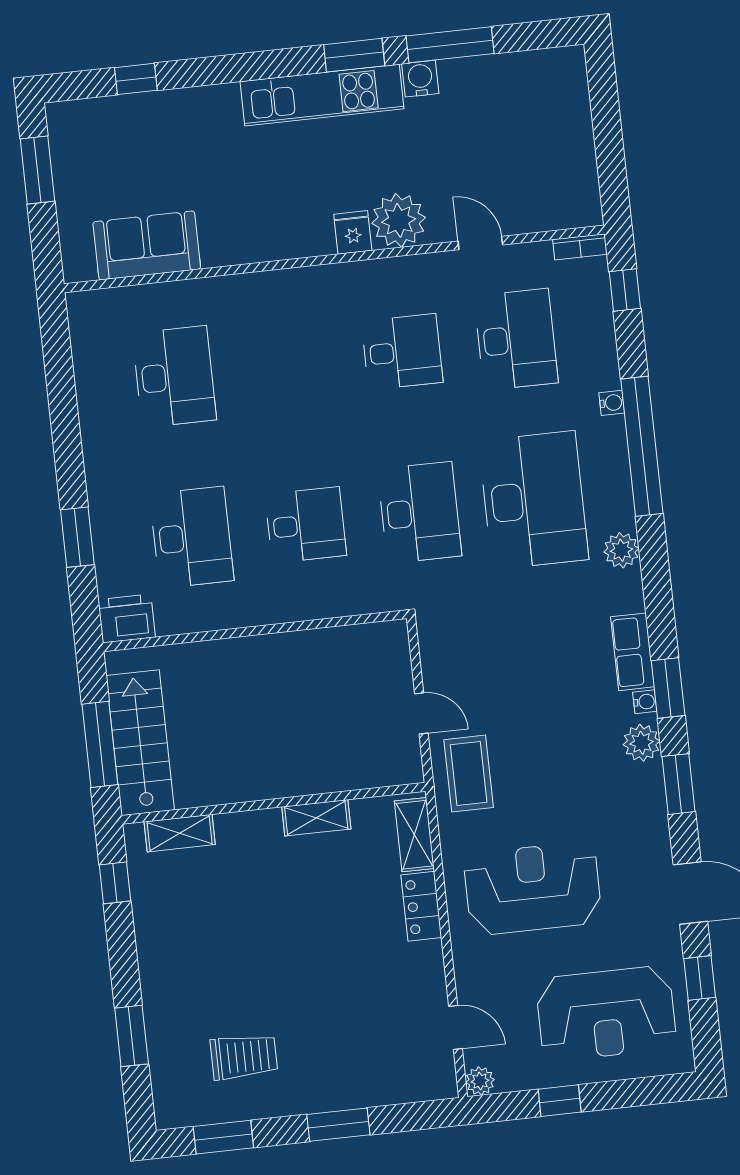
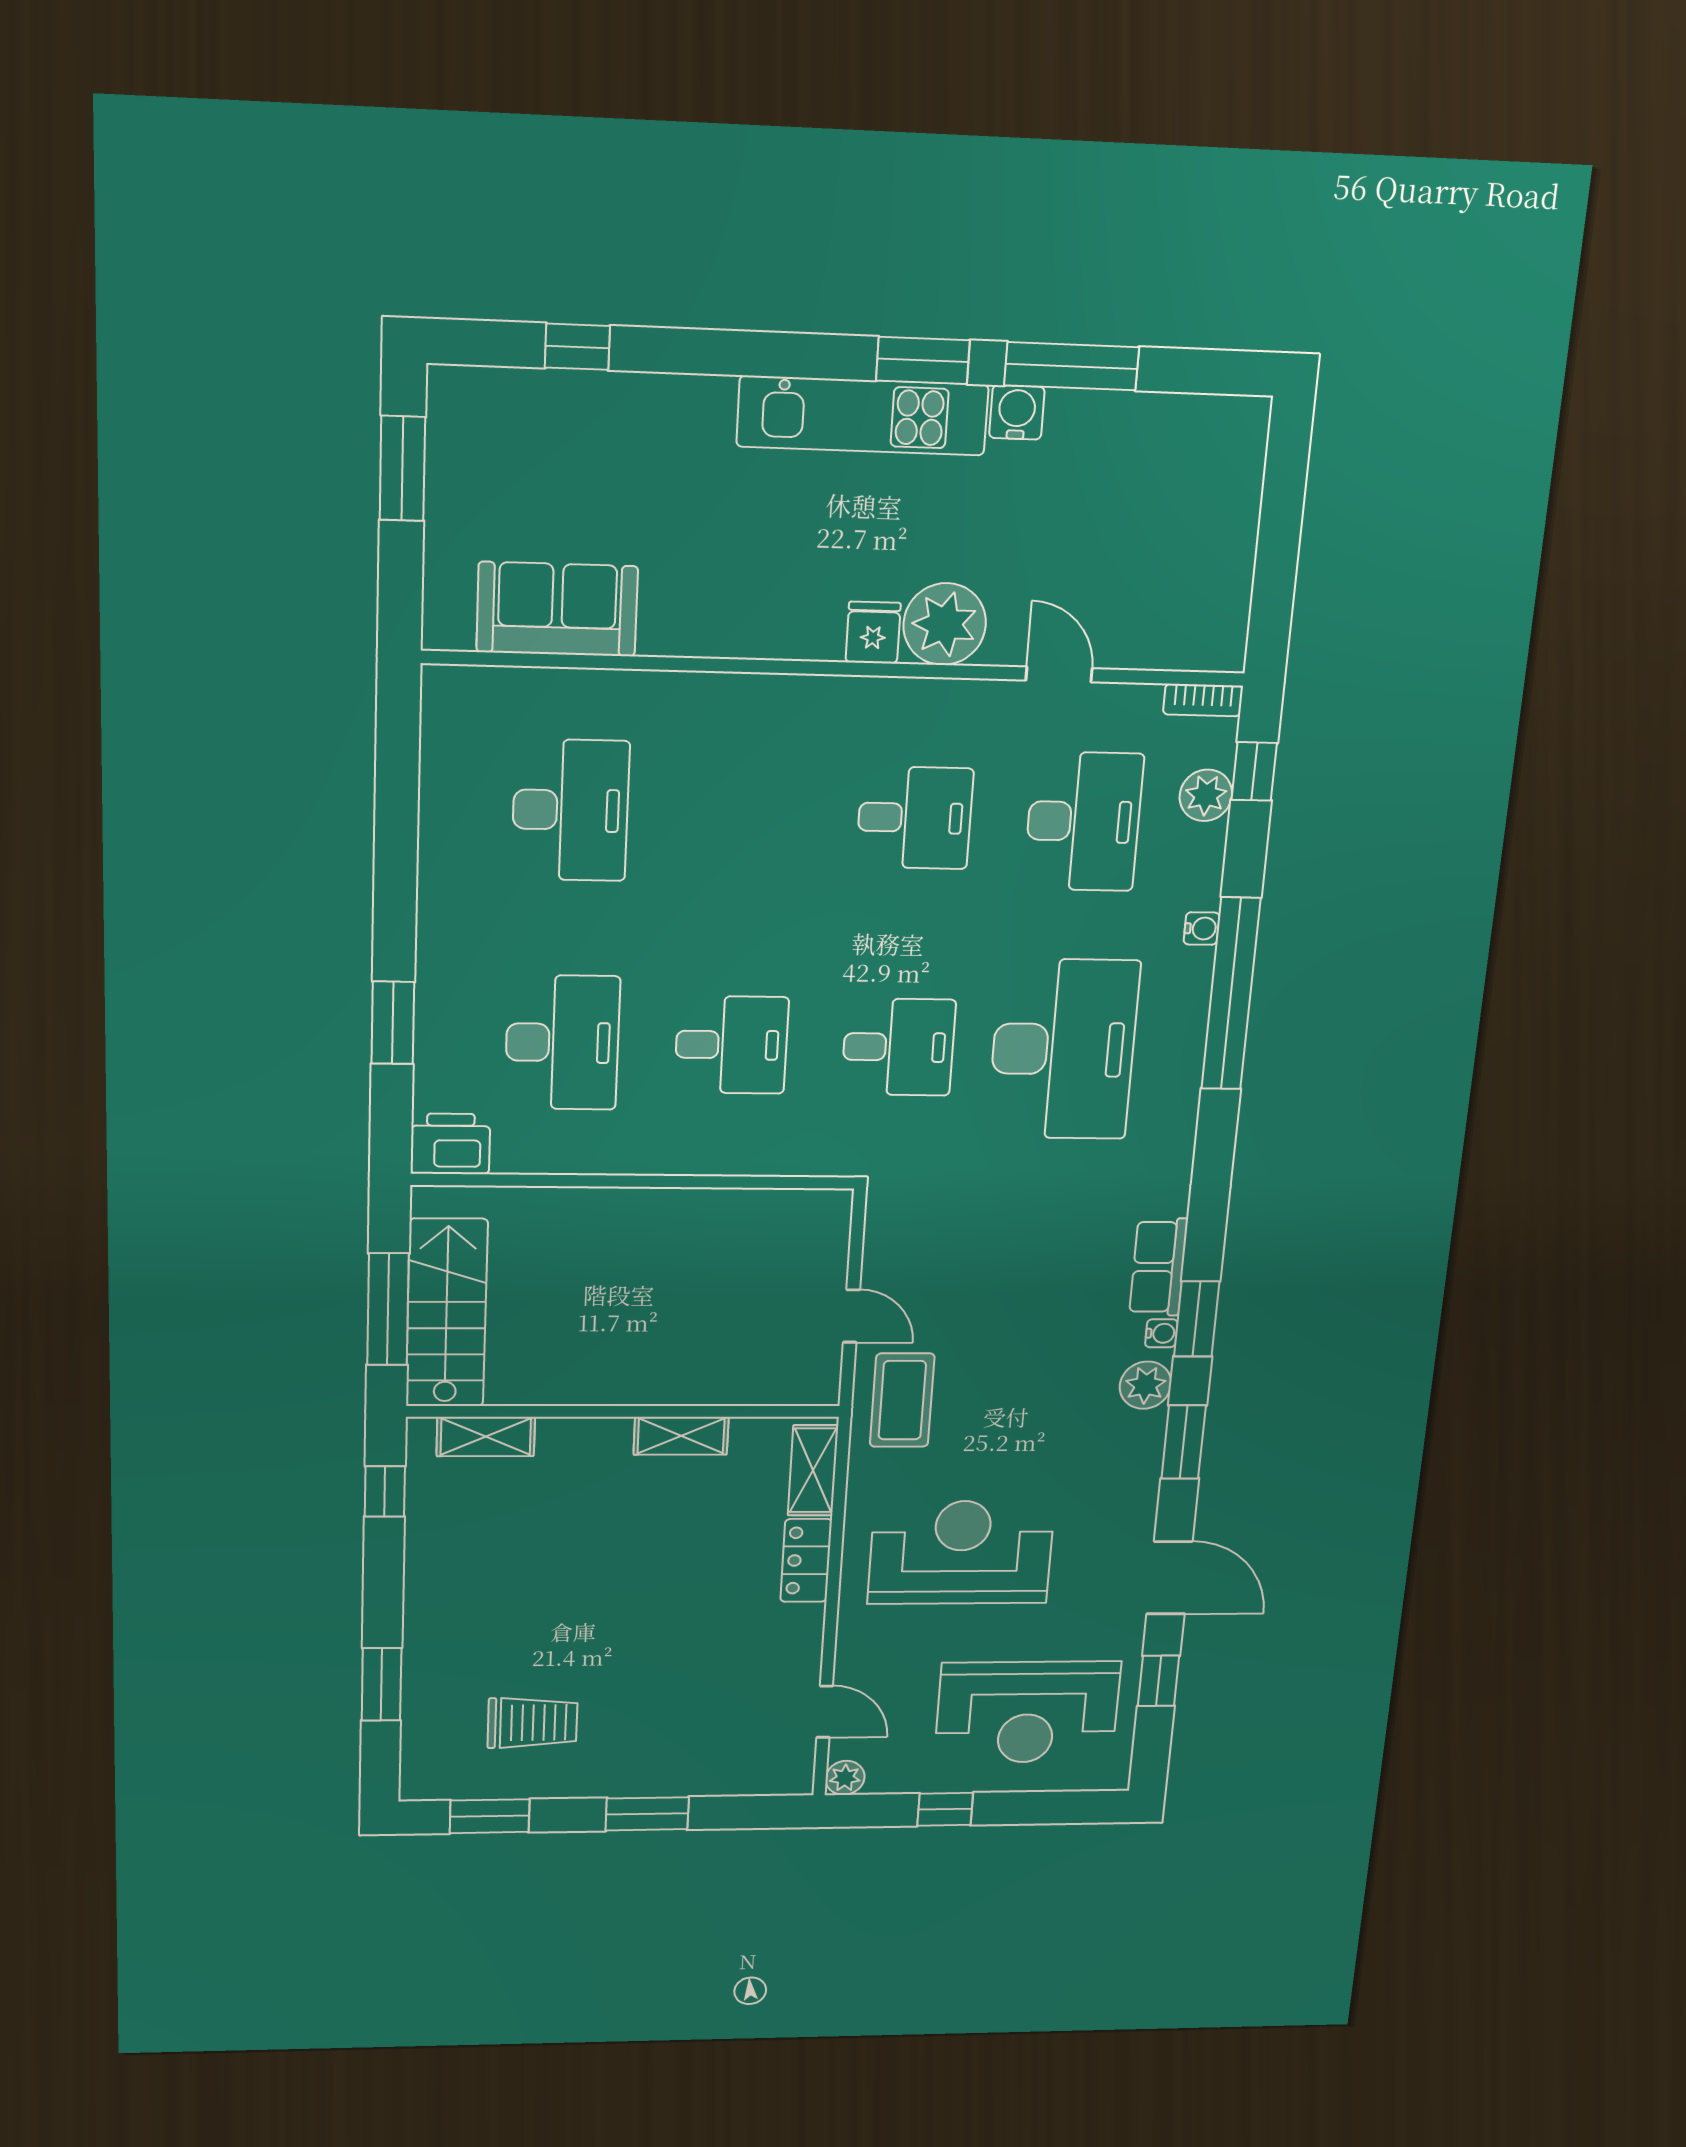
desk: (420, 512) -> (898, 1047), width x0.73
plant: (621, 550) -> (1206, 795), moved

